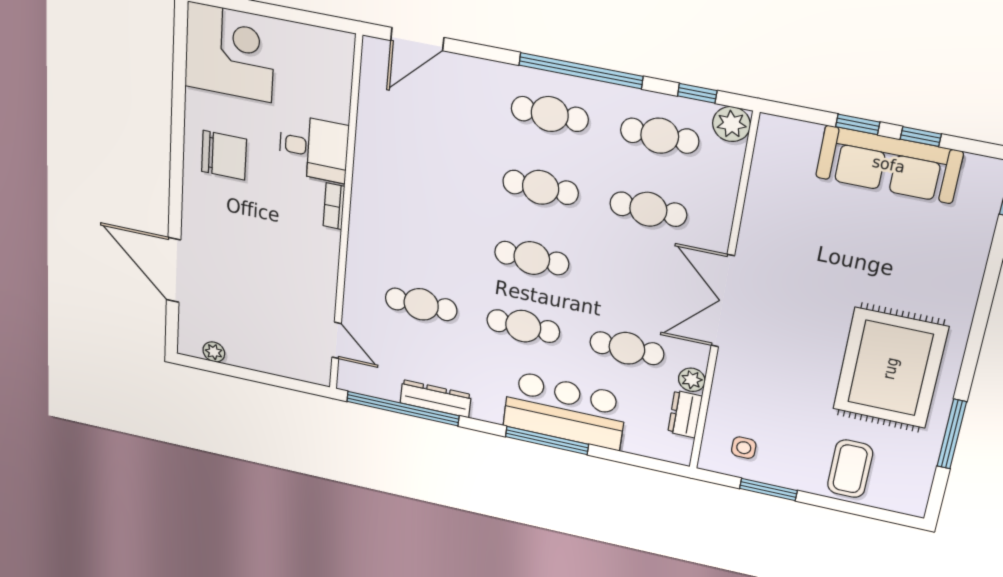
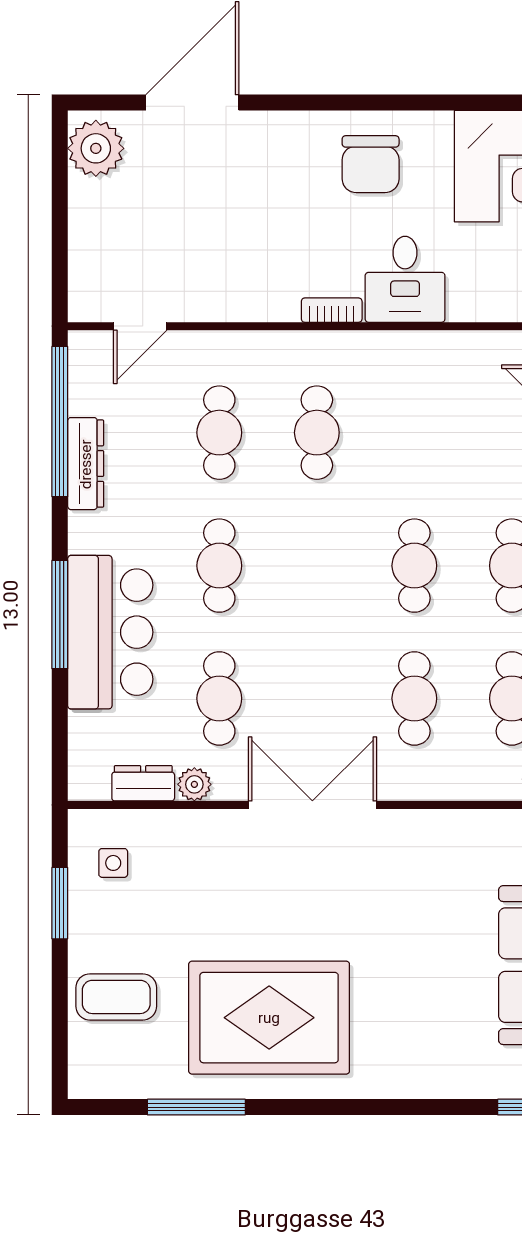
cafe table: (532, 258) -> (317, 433), moved
plant: (214, 352) -> (96, 148), width x1.88, depth x1.88

